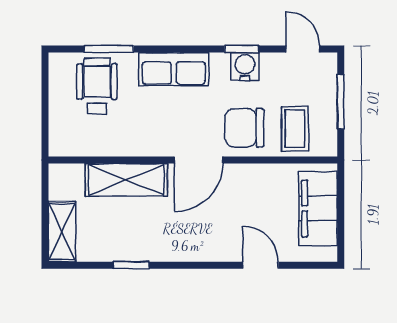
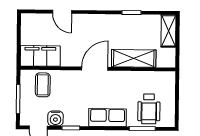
water cooler: (245, 67) -> (55, 118), moved
chair: (244, 128) -> (70, 86), removed
filing cabinet: (318, 208) -> (40, 56), moved, turned -90

